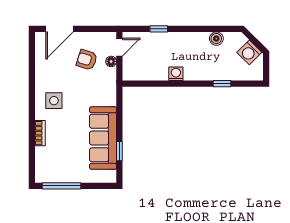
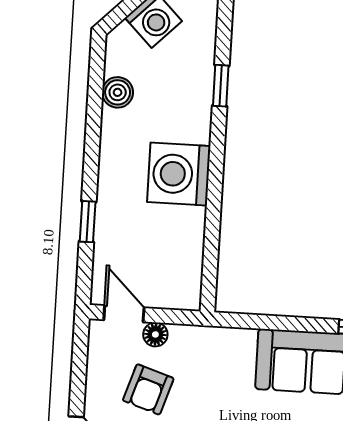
washing machine: (176, 74) -> (179, 174), width x1.89, depth x1.89

